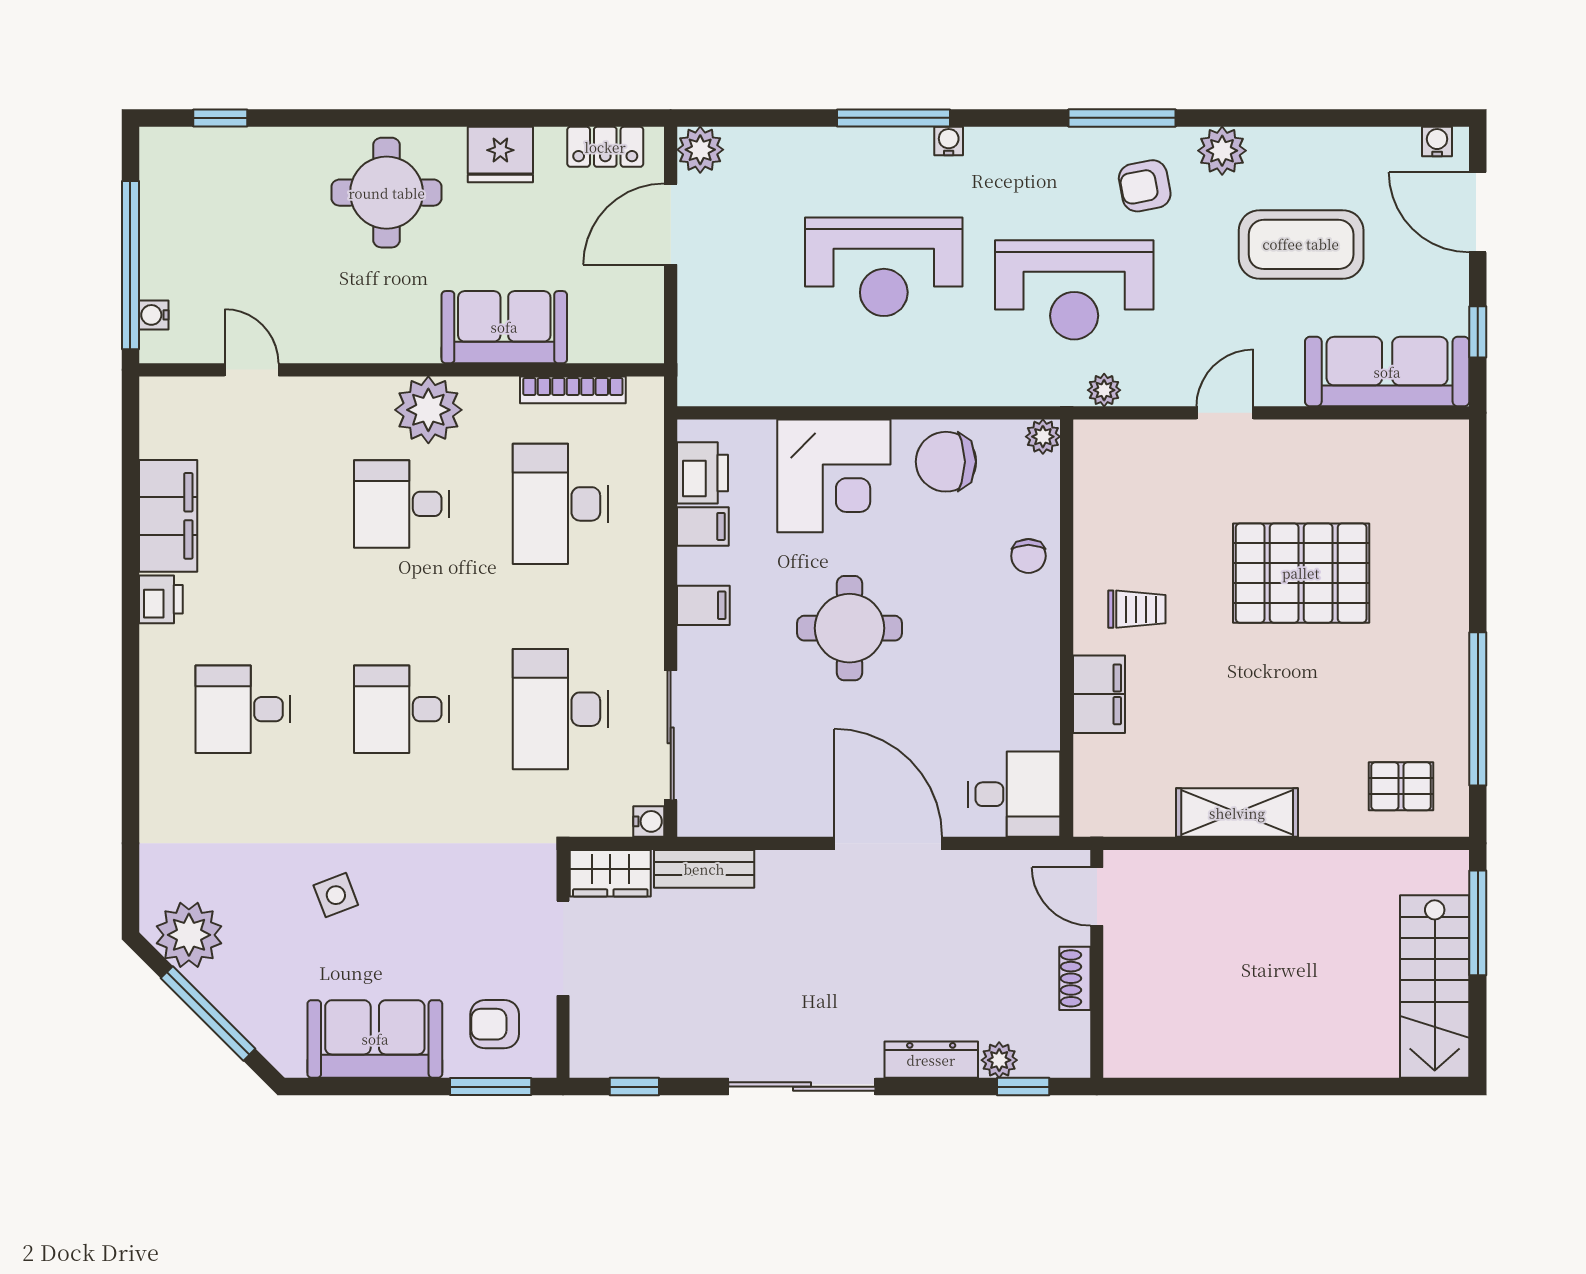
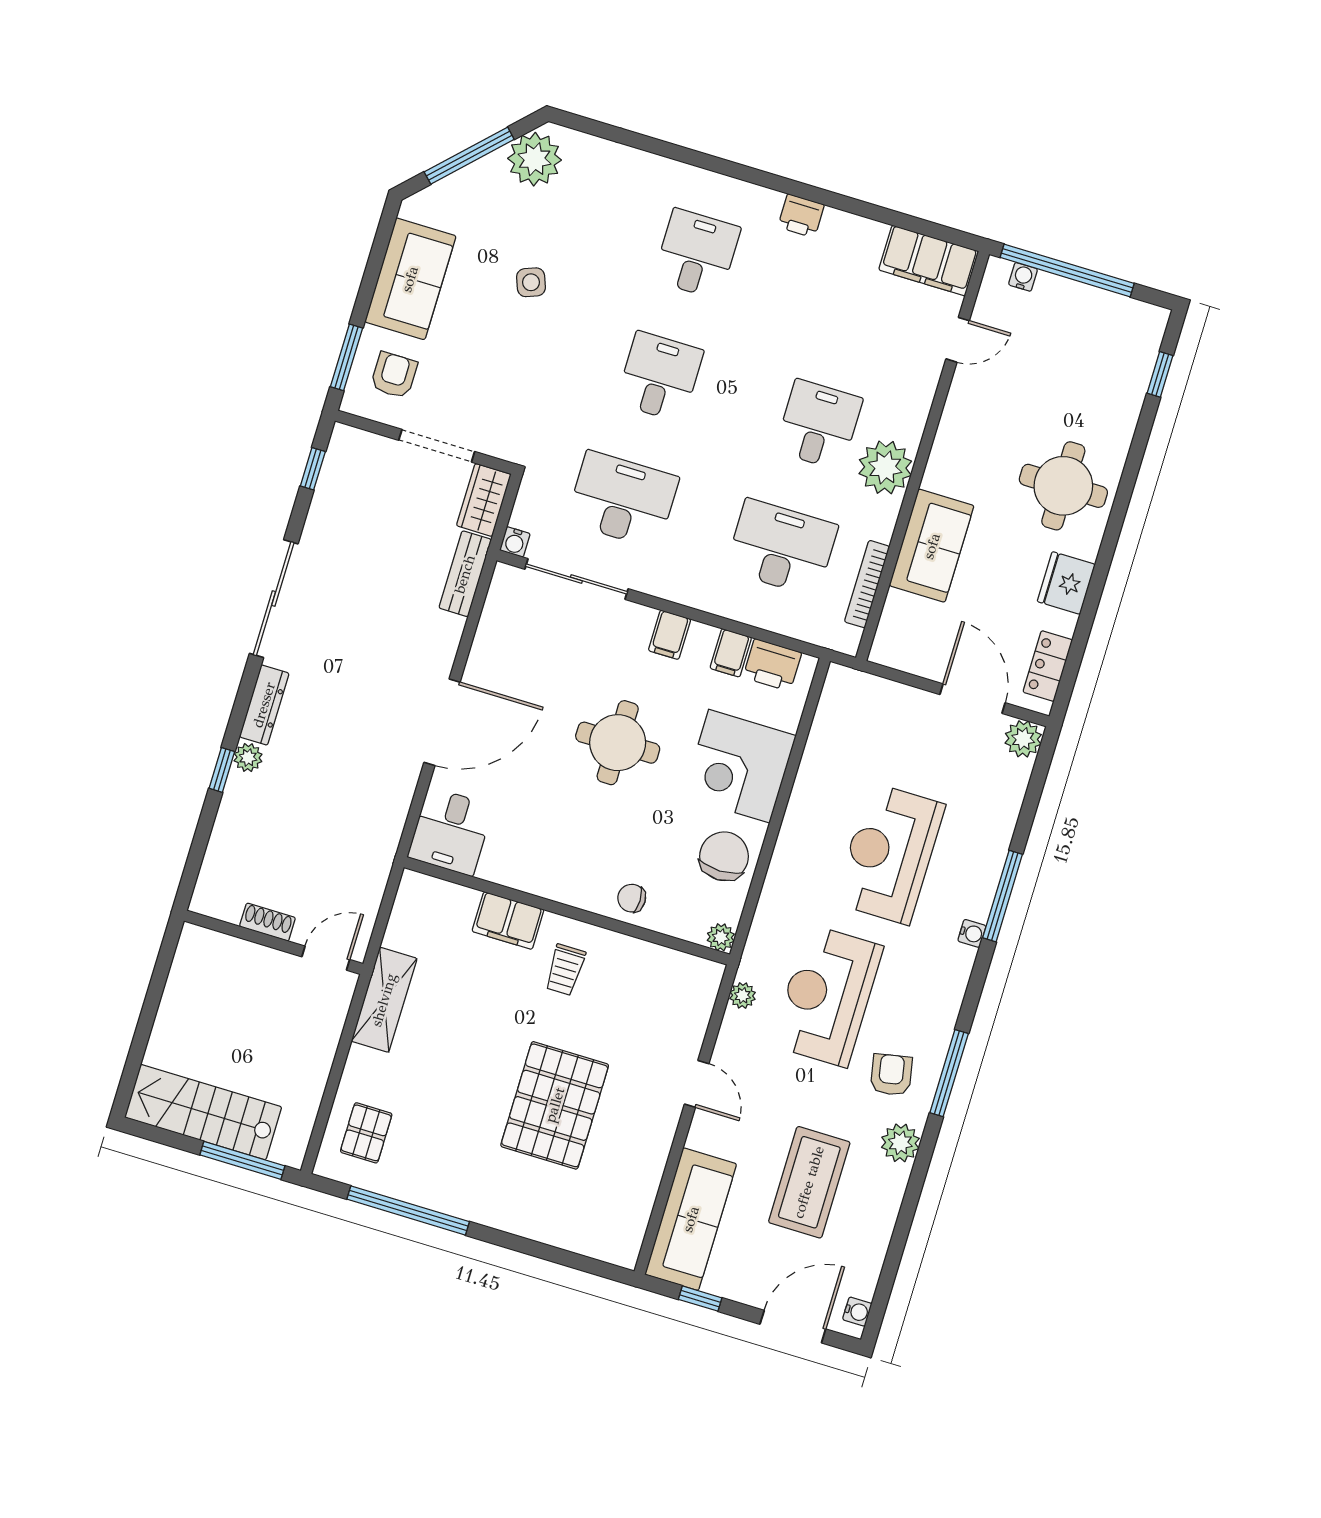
filing cabinet: (168, 516) -> (929, 261), moved
door: (1097, 897) -> (326, 958), moved
wall: (1097, 964) -> (274, 942), moved
shoe rack: (1075, 978) -> (267, 922), moved

